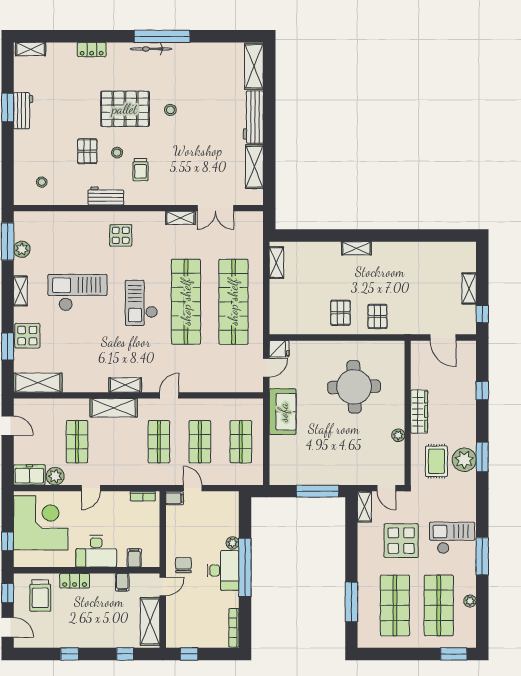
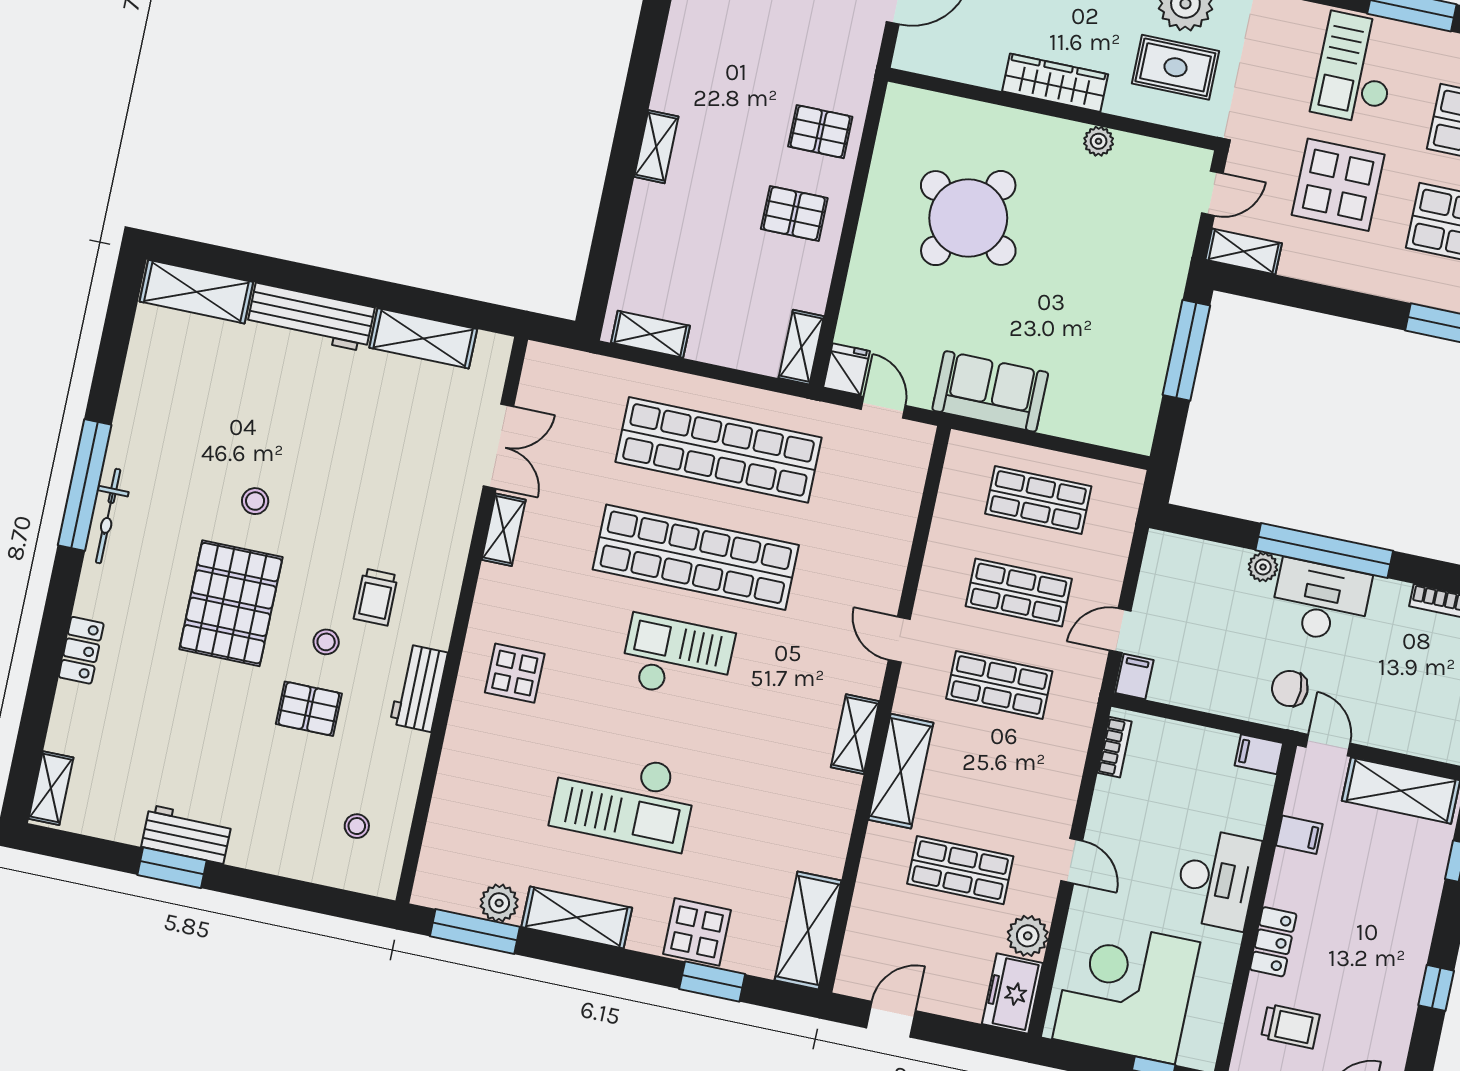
trolley: (140, 170) -> (376, 597), turned 90
shelving: (20, 291) -> (577, 917), width x1.50, depth x1.33
checkout: (77, 293) -> (624, 798), turned -90
checkout: (141, 303) -> (677, 658), turned 180
shelving: (284, 328) -> (801, 347), added
round table: (354, 387) -> (968, 218), turned 35
filing cabinet: (134, 558) -> (1259, 754), moved
trolley: (40, 596) -> (1290, 1026), width x0.73, depth x0.72

